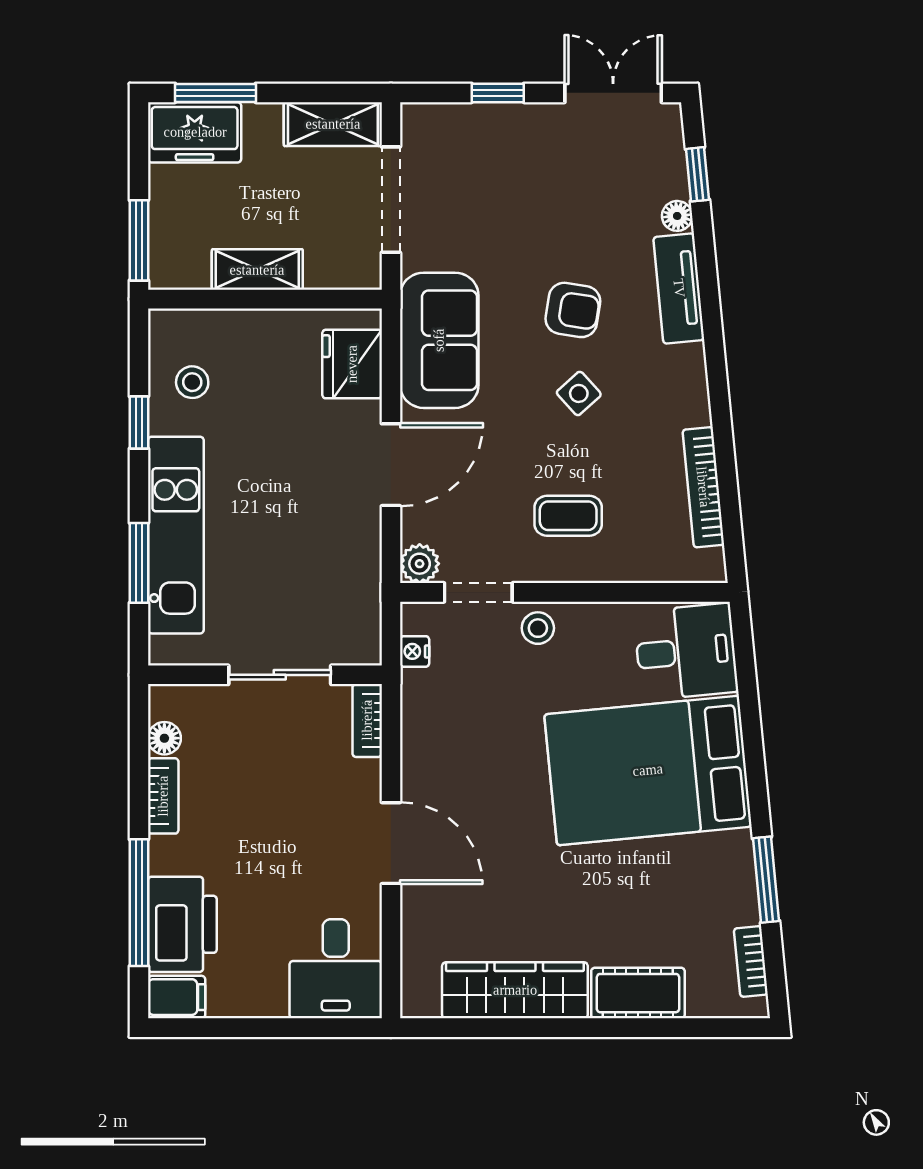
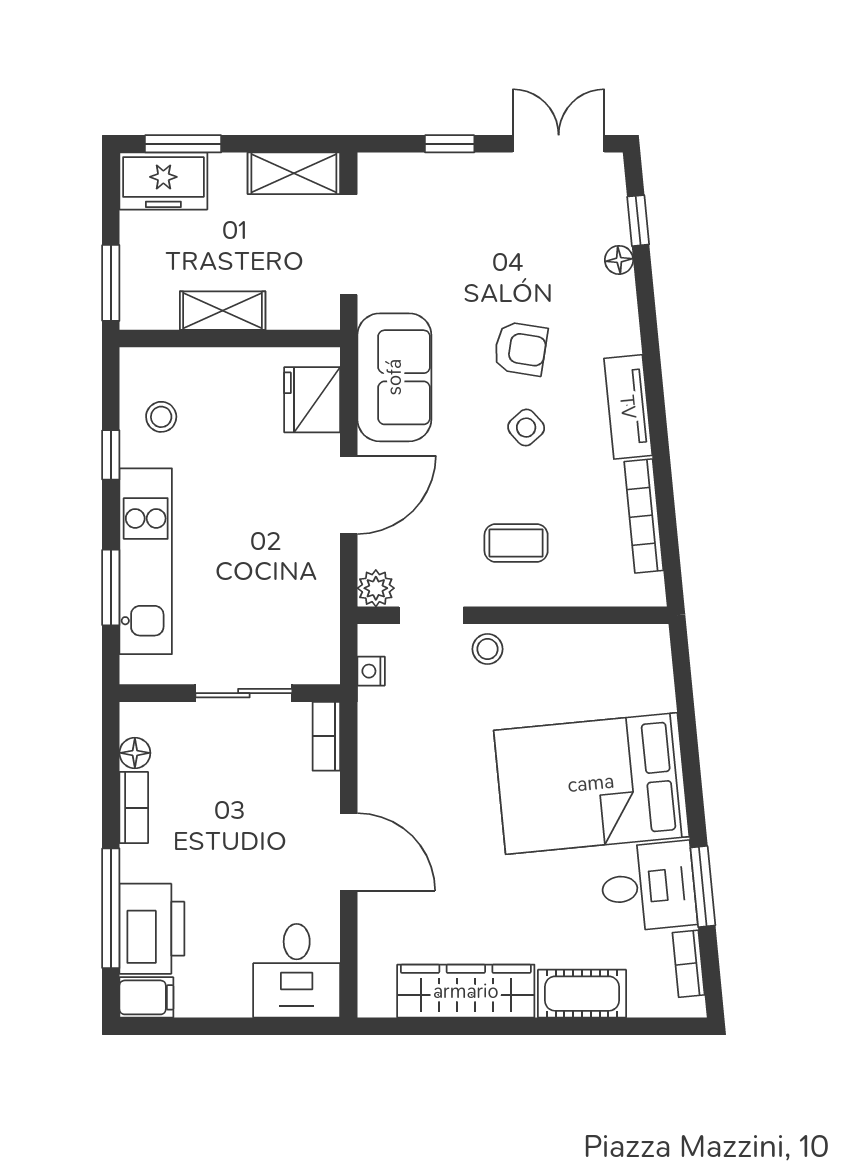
tv unit: (679, 288) -> (628, 407), moved
desk: (686, 652) -> (648, 887), moved

